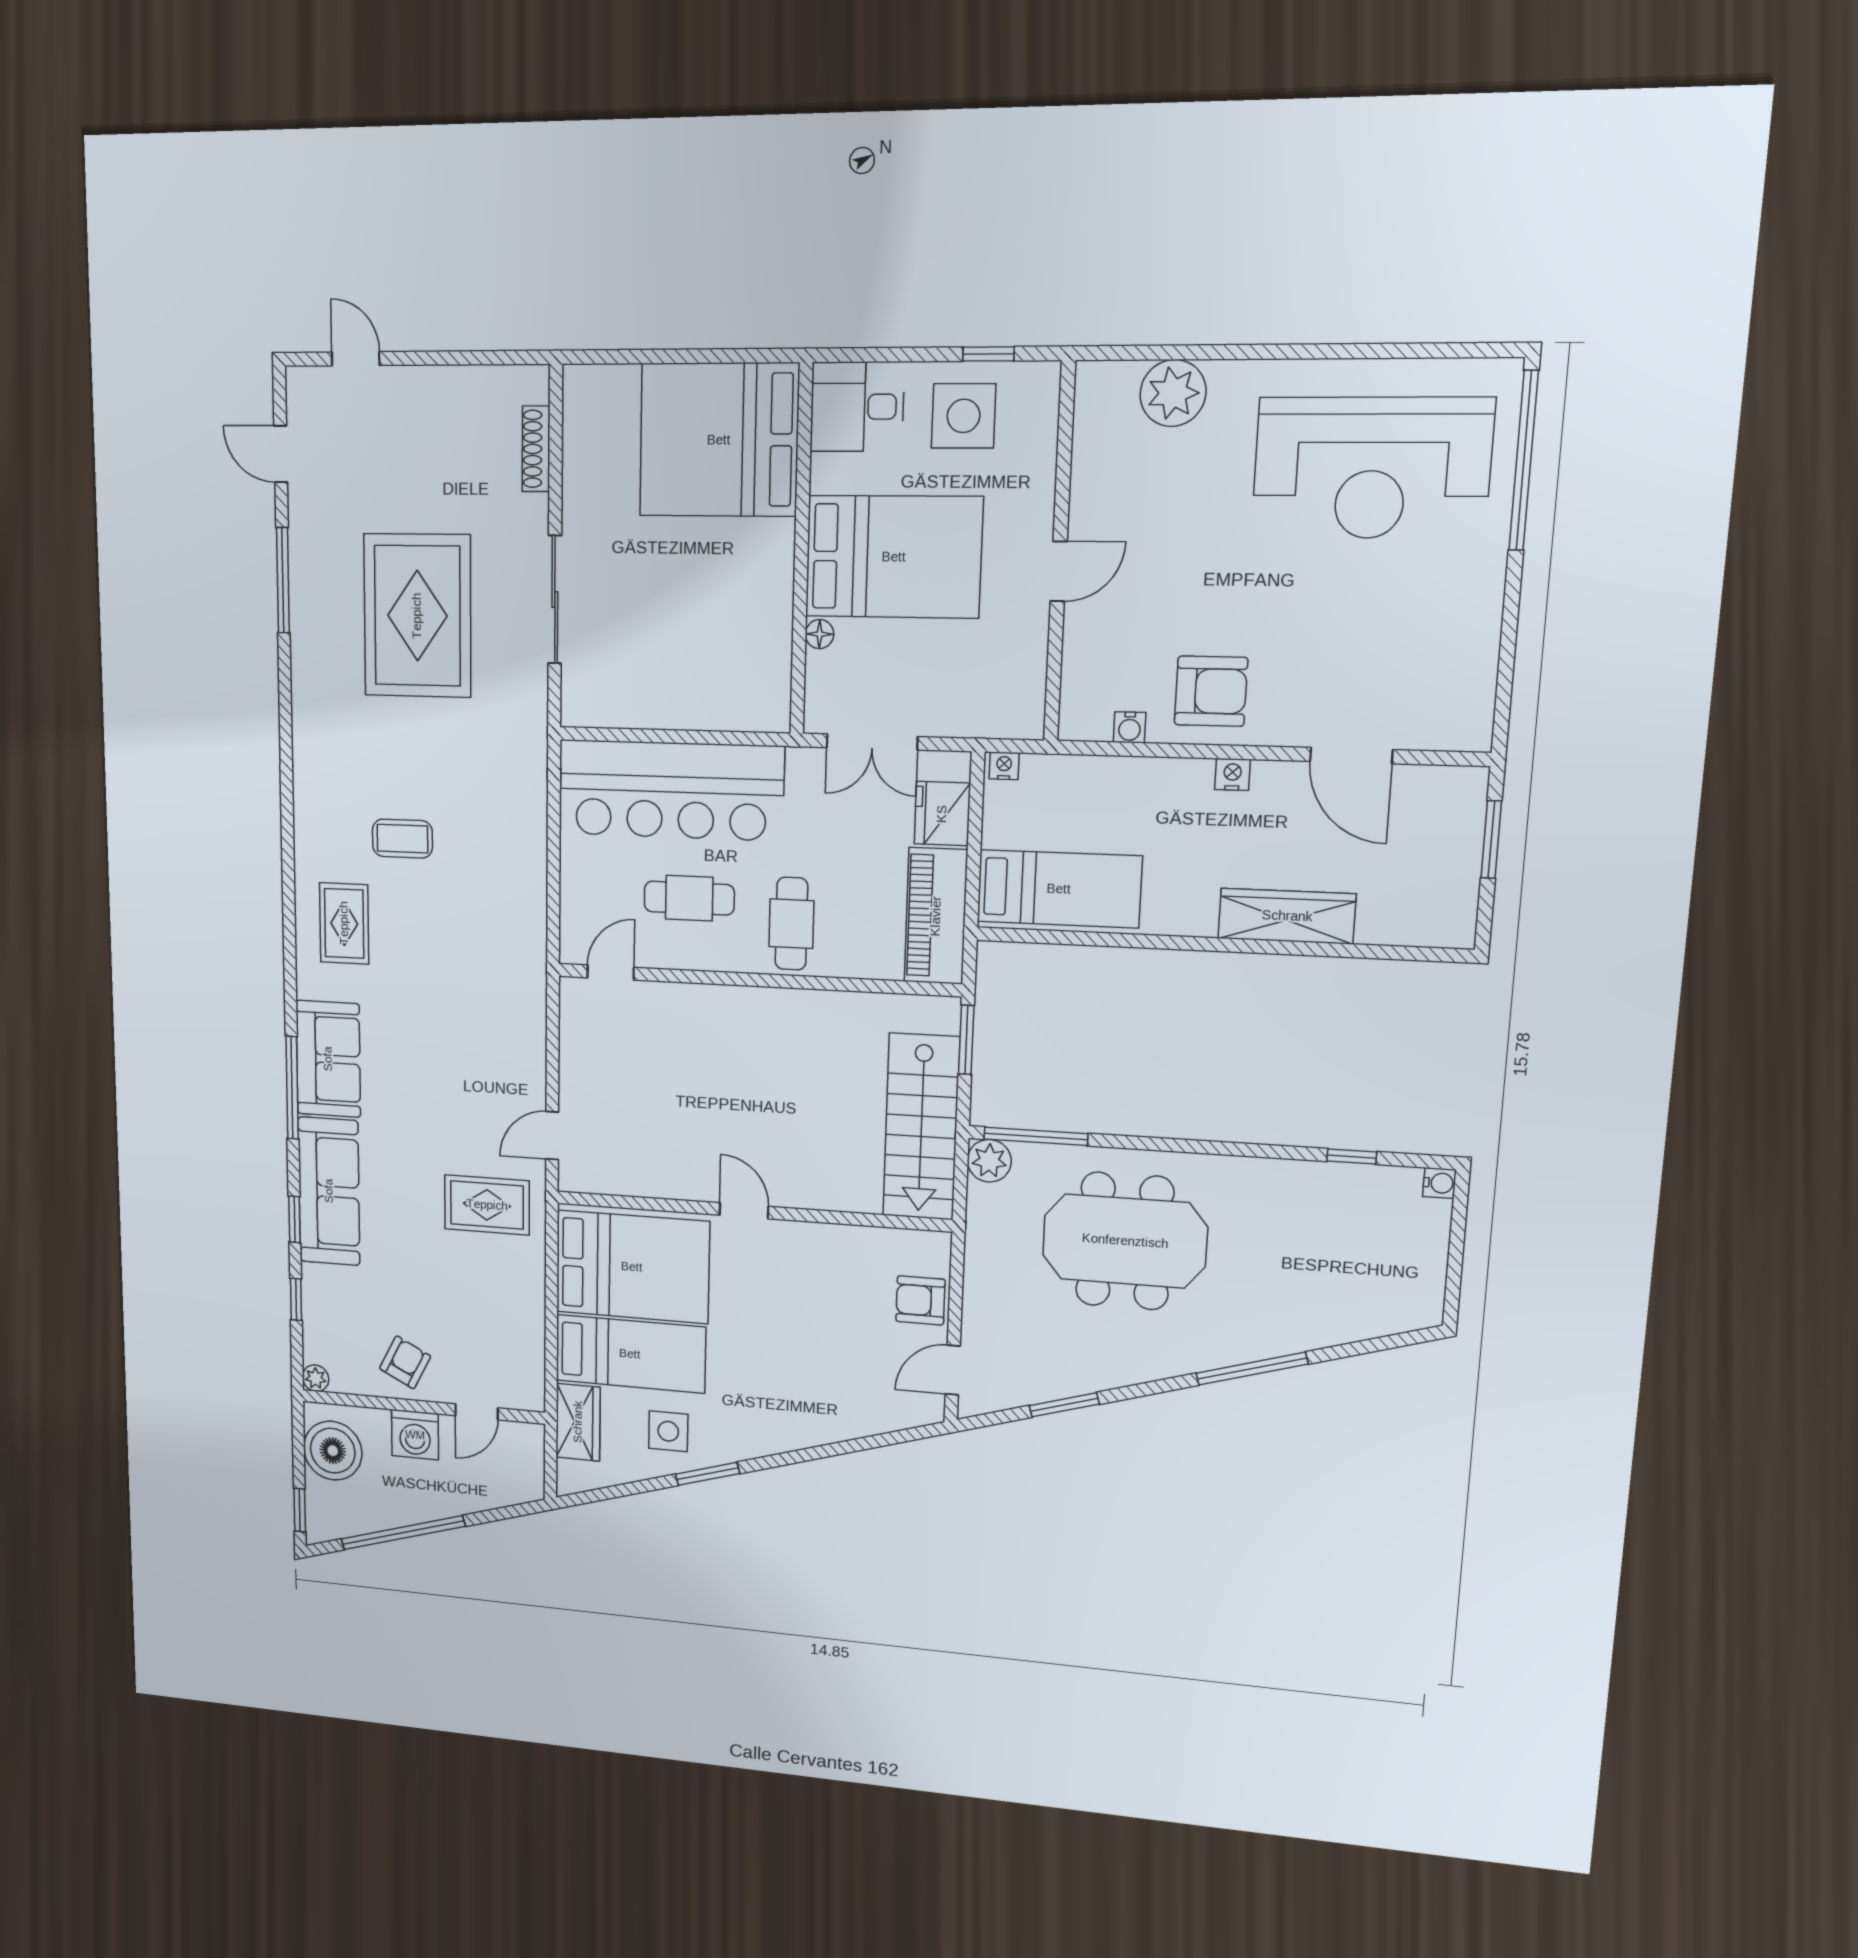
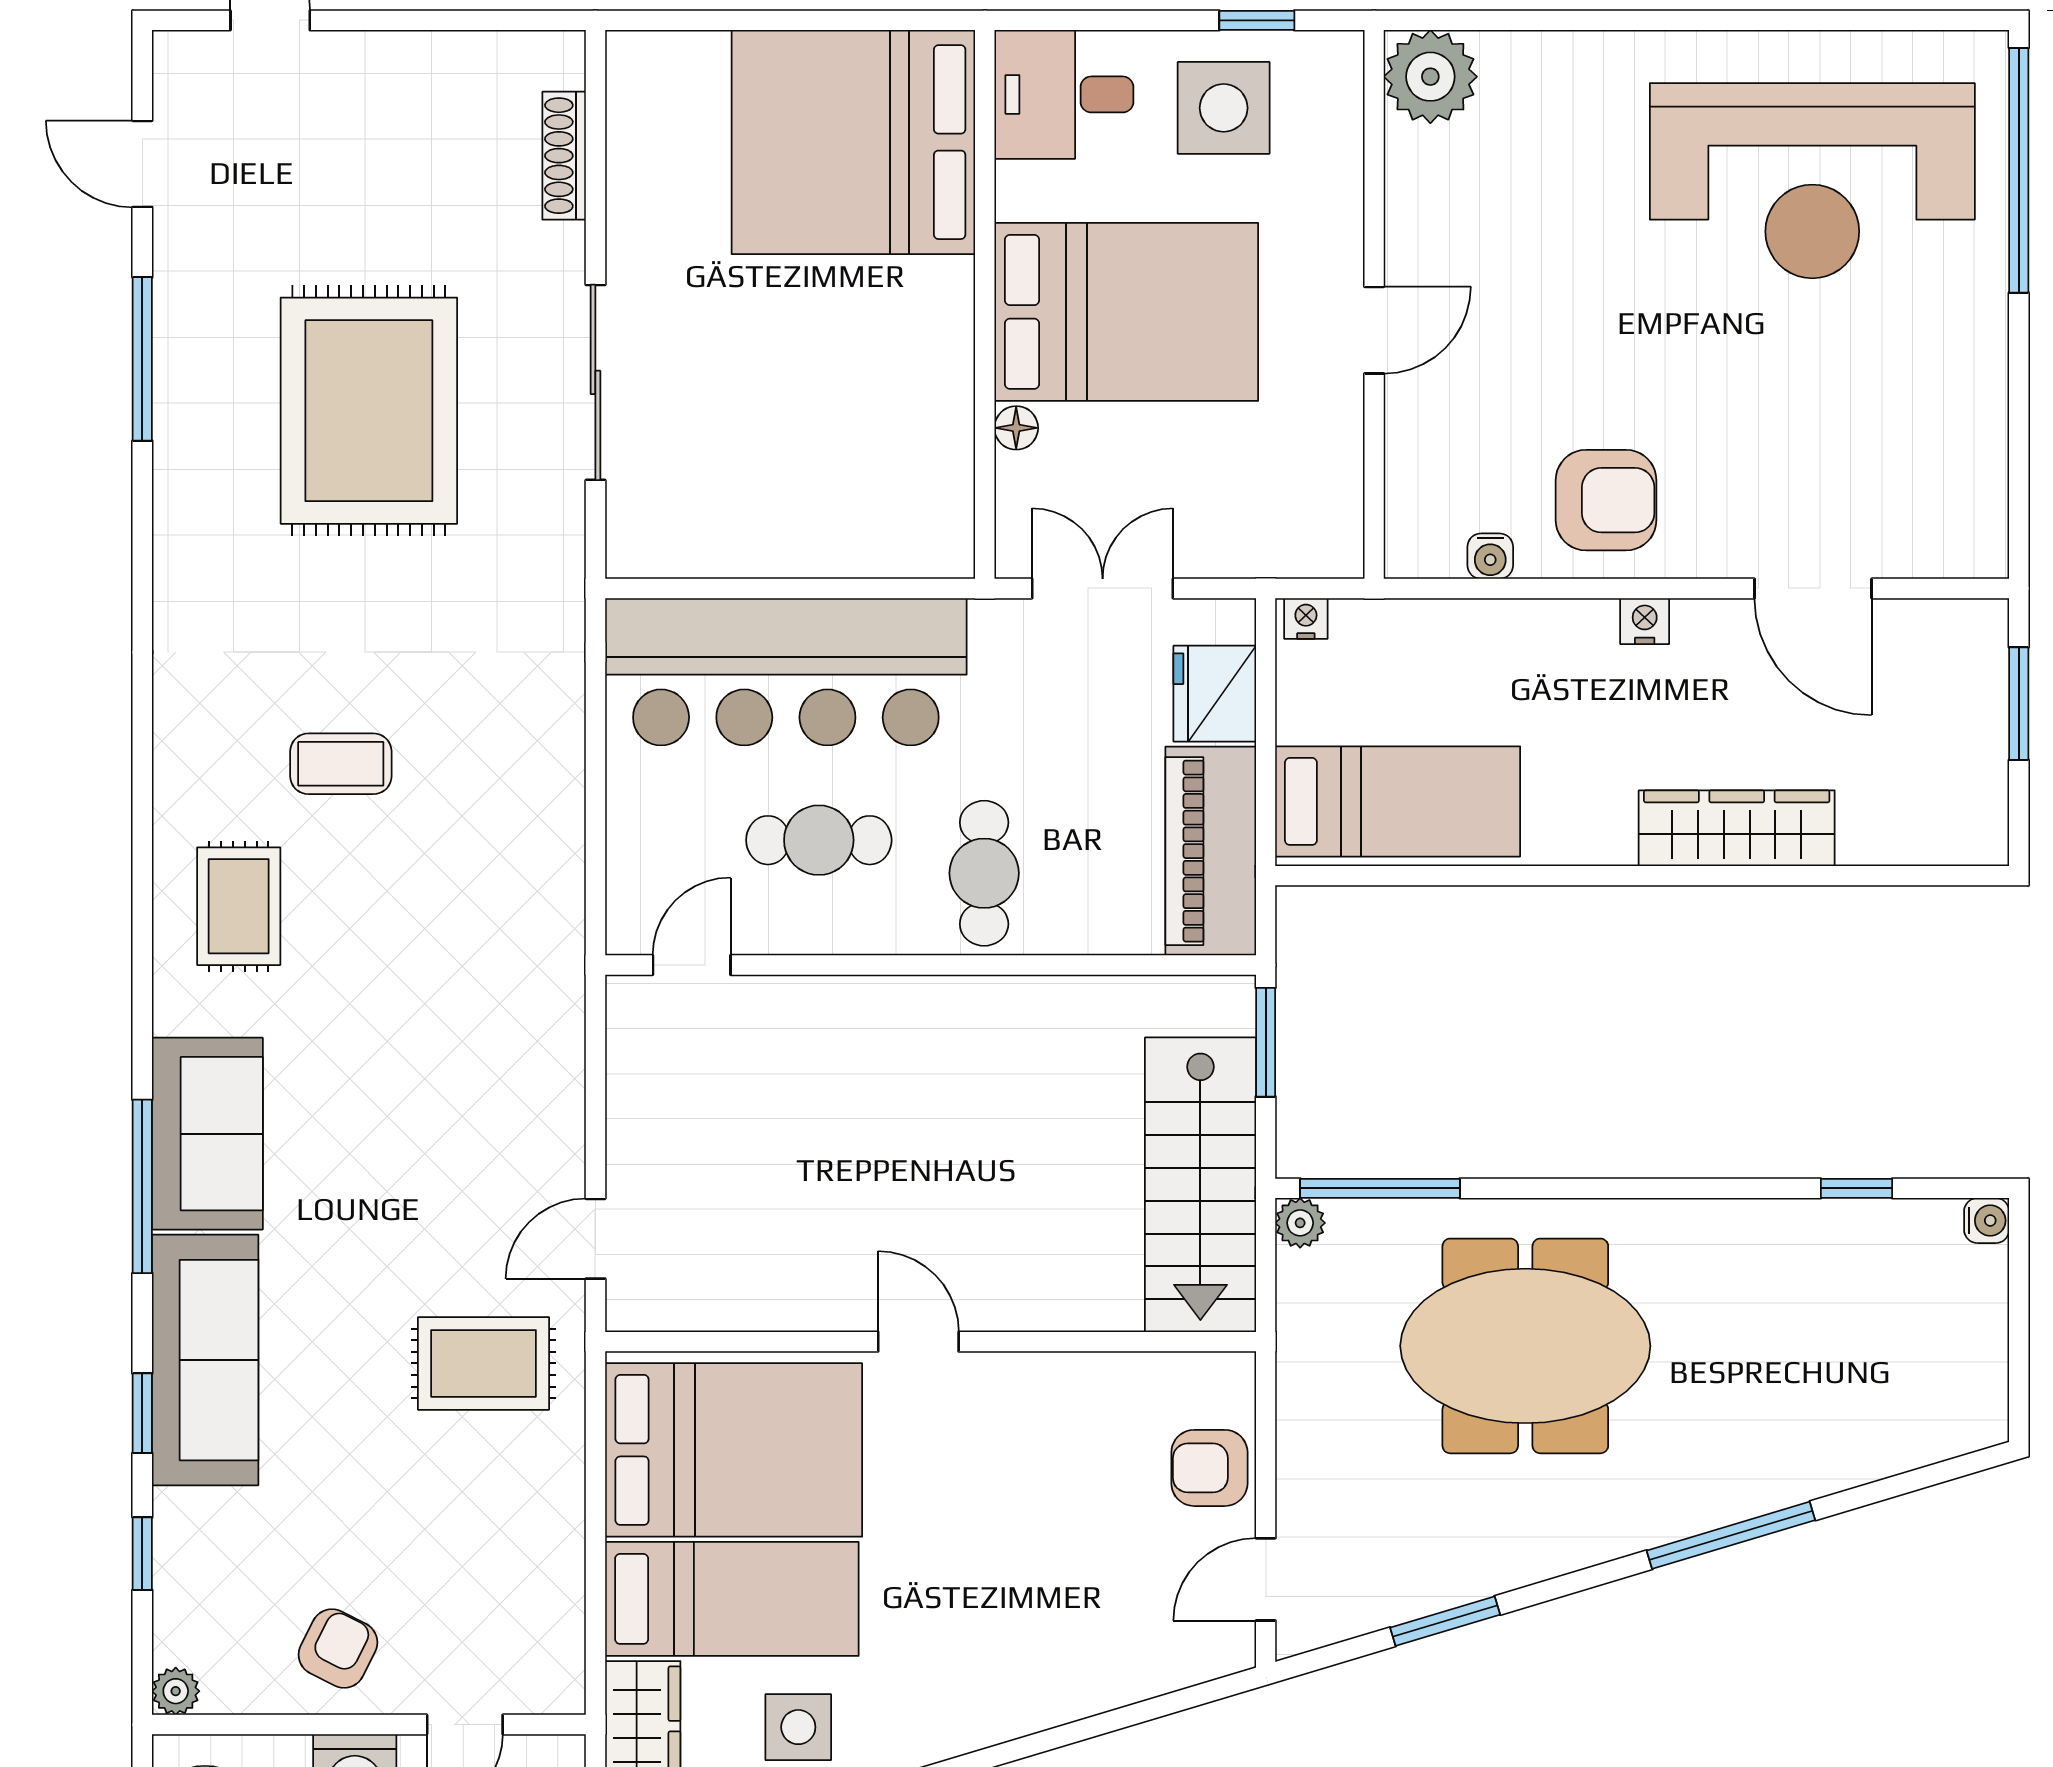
plant: (1173, 393) -> (1430, 77), moved
double door: (872, 742) -> (1103, 588), swing flipped
plant: (989, 1161) -> (1300, 1223), width x0.73, depth x0.73

